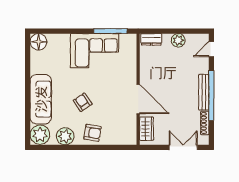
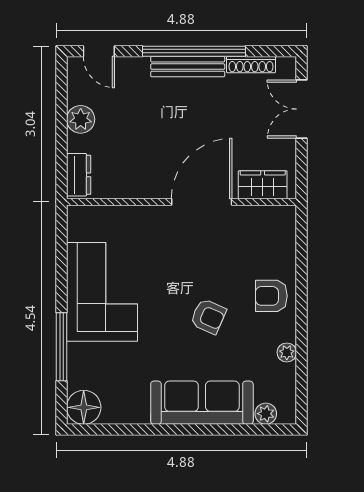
window: (110, 31) -> (62, 347), moved
armchair: (83, 102) -> (208, 316), turned -122
armchair: (93, 133) -> (271, 296), turned -100
plant: (40, 135) -> (266, 414), width x0.53, depth x0.53
plant: (65, 136) -> (287, 352), width x0.53, depth x0.53

